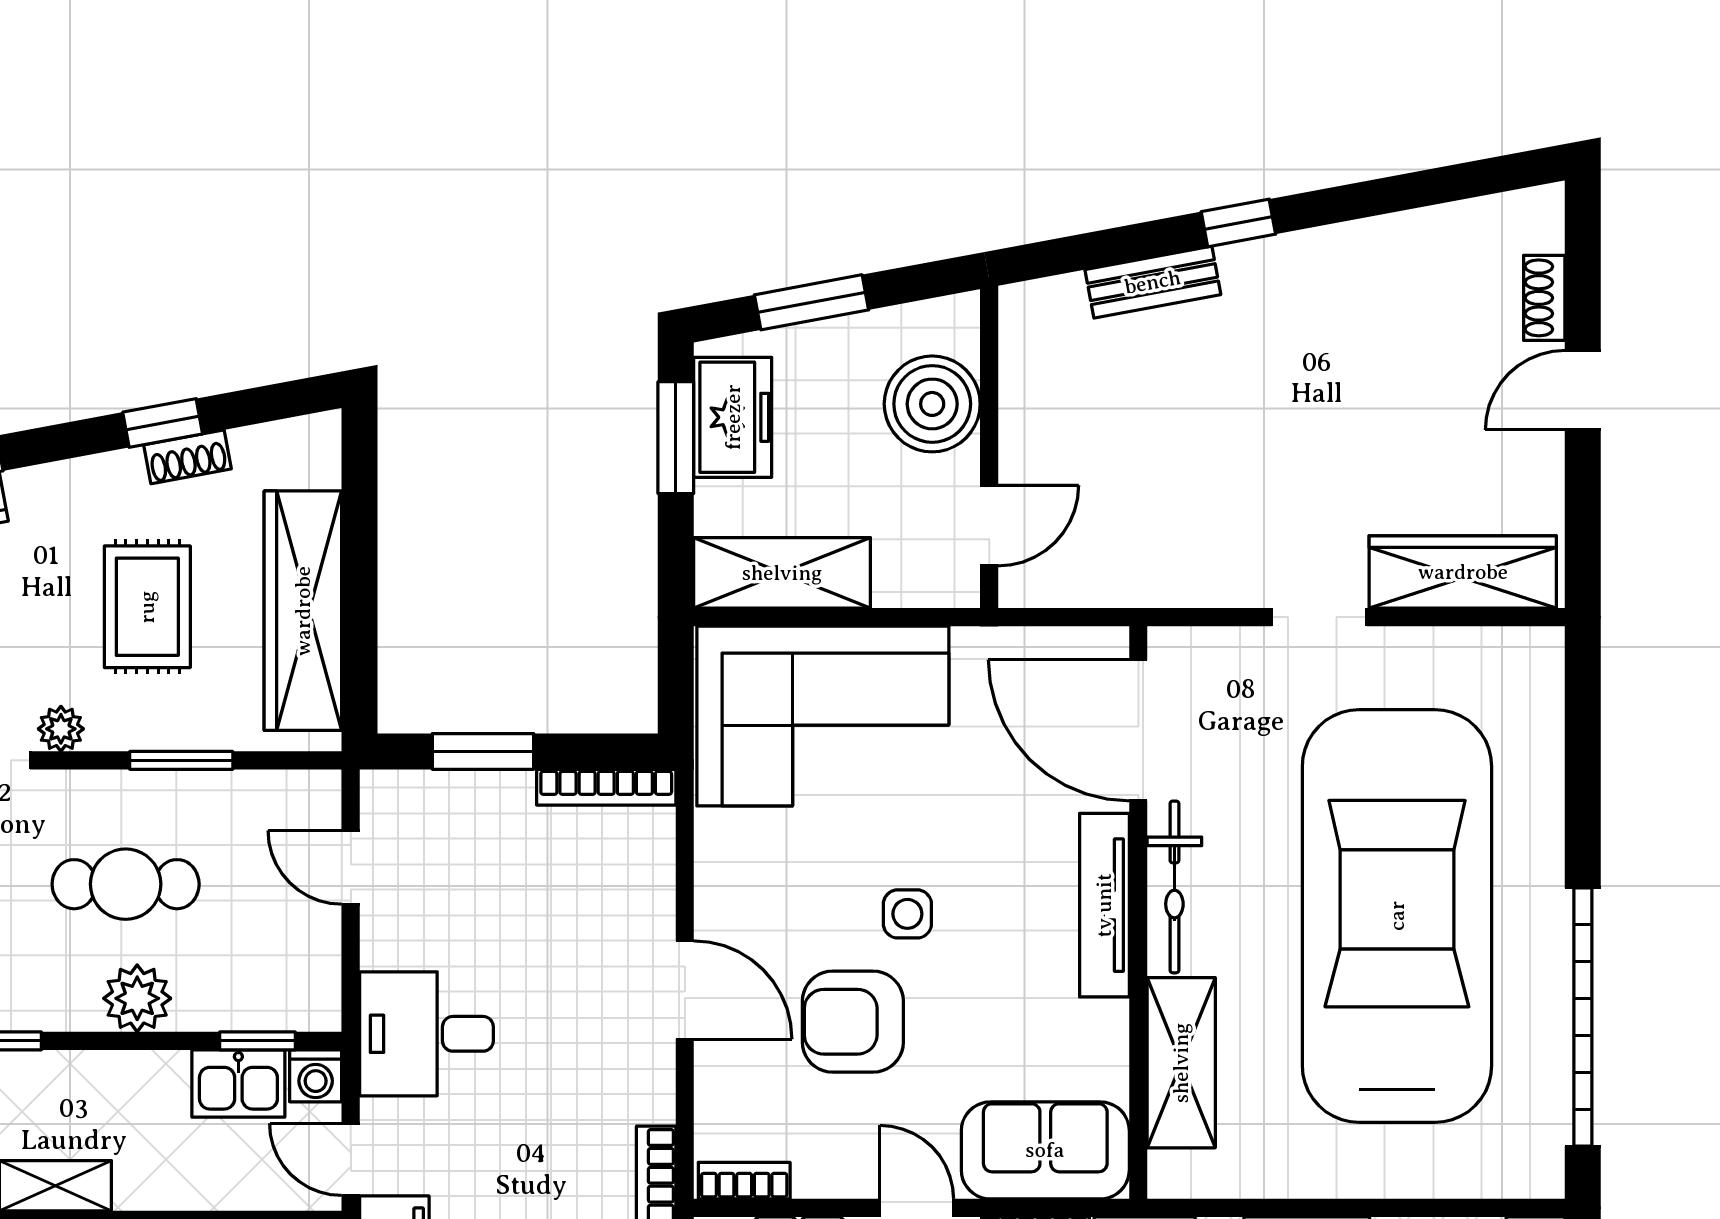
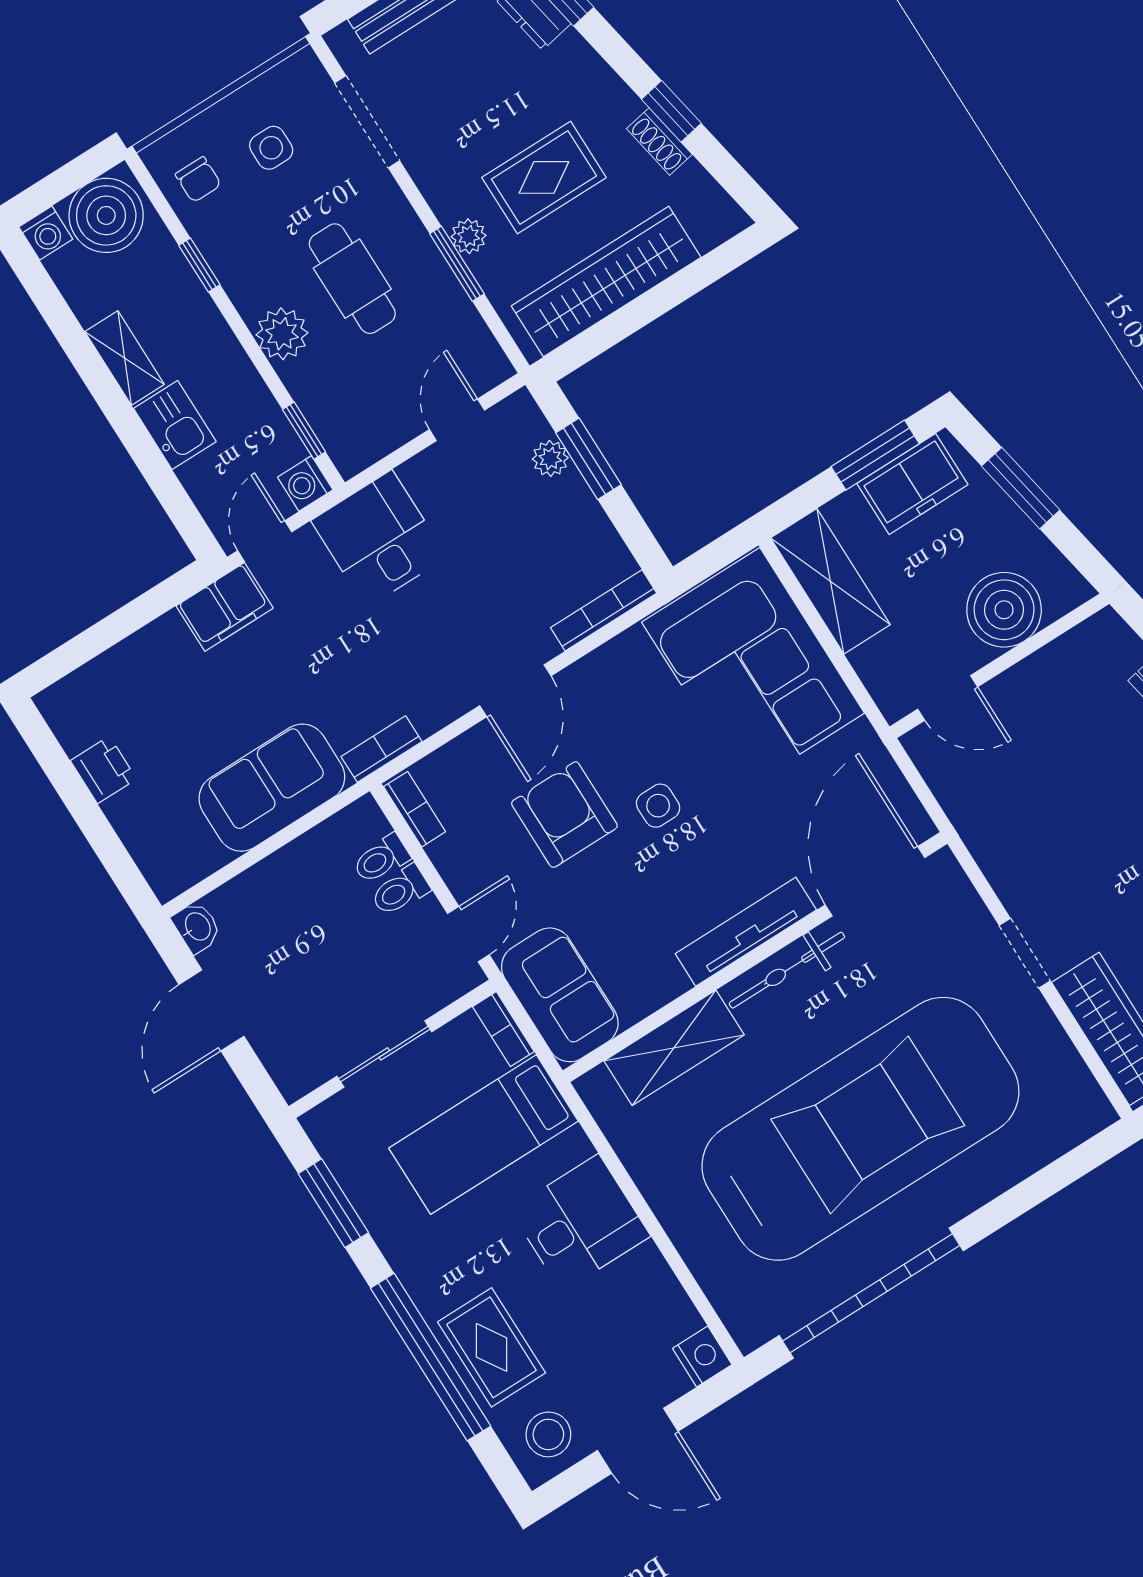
plant: (61, 729) -> (469, 236), moved
bookcase: (606, 787) -> (604, 610), moved, turned 90
plant: (457, 793) -> (550, 458), added
kitchen sink: (238, 1083) -> (175, 425), moved, turned 180

